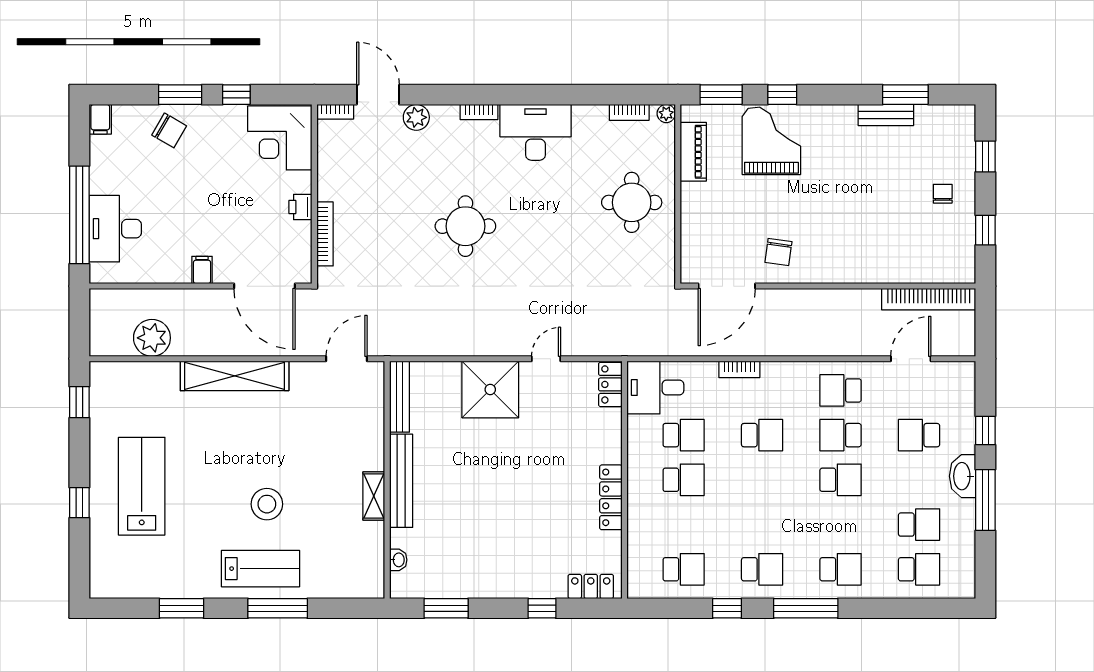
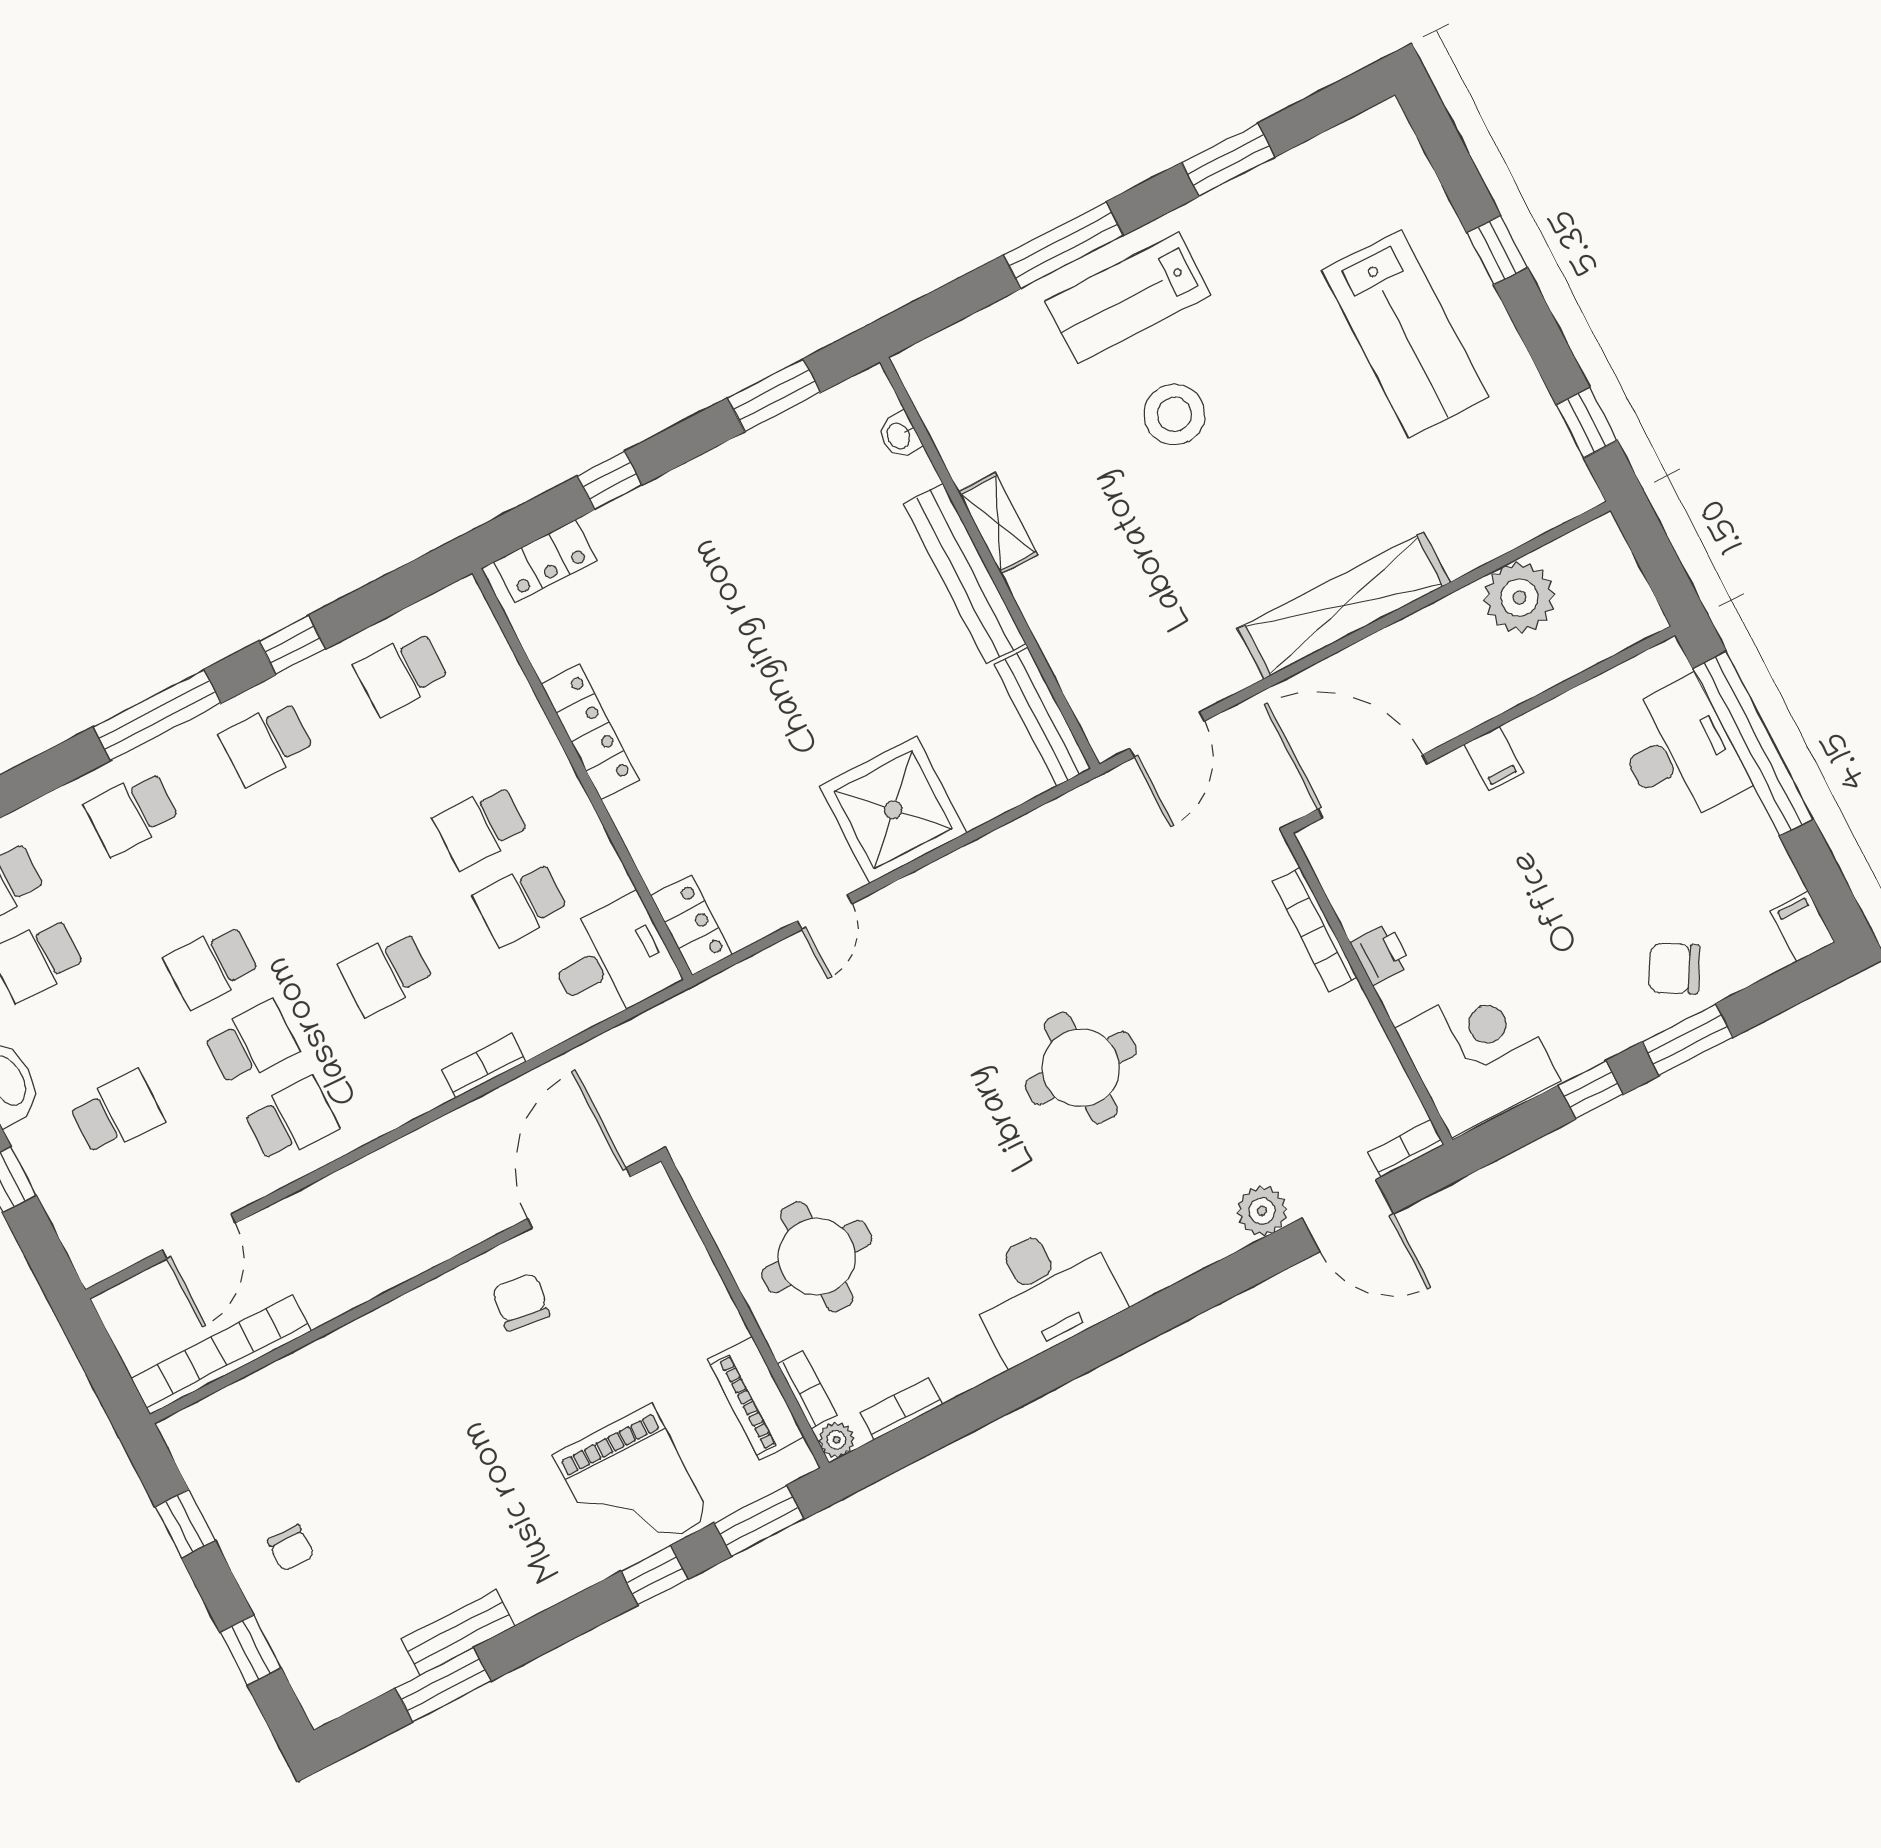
bookcase: (479, 112) -> (807, 1390), moved, turned 90

